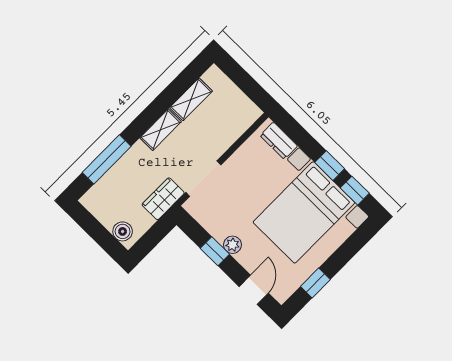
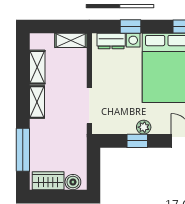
shelving: (244, 105) -> (71, 40), added
window: (330, 166) -> (130, 27), moved
wardrobe: (163, 199) -> (48, 181), moved, turned 90

